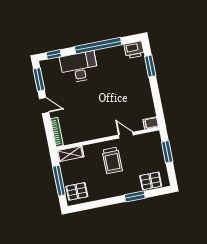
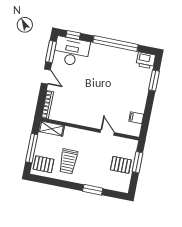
desk: (79, 67) -> (72, 52), moved
filing cabinet: (151, 123) -> (136, 118), moved
trolley: (112, 160) -> (68, 161), moved
pallet: (151, 181) -> (121, 165), moved

